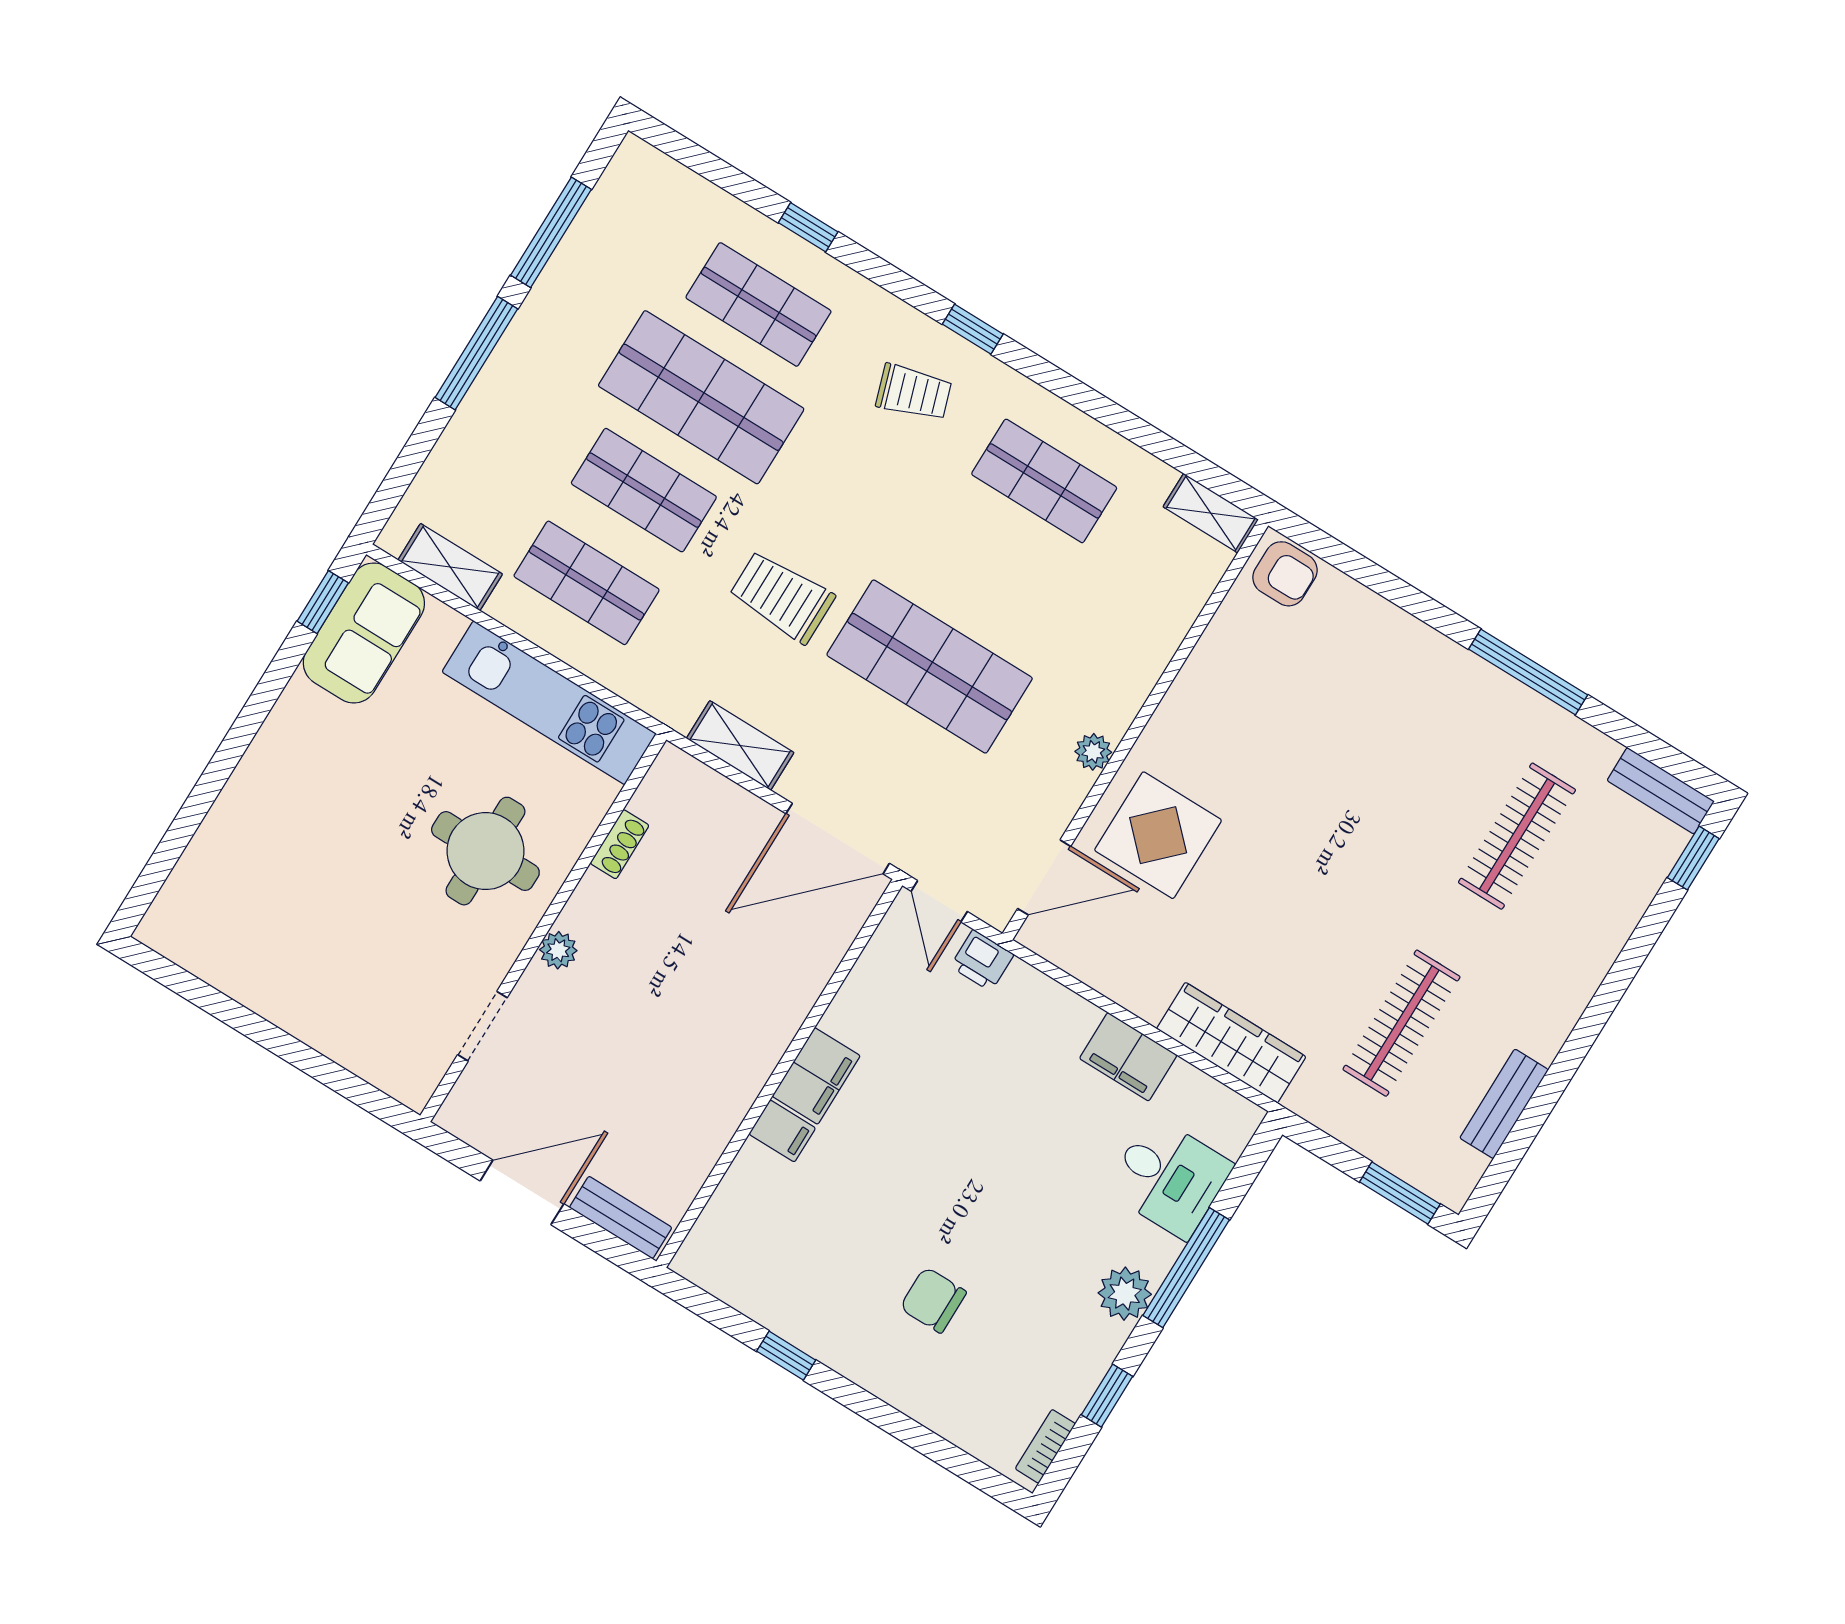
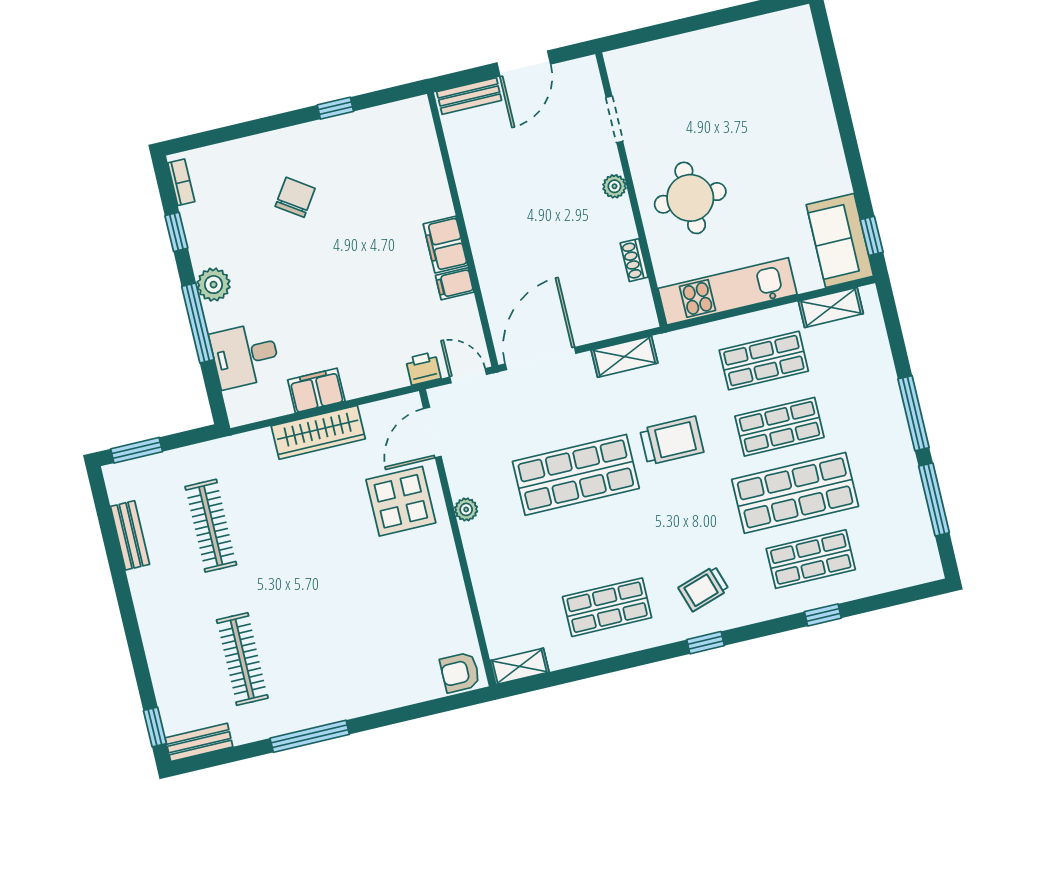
wardrobe: (1231, 1043) -> (318, 432), moved
filing cabinet: (782, 1131) -> (455, 284), moved
chair: (933, 1300) -> (295, 197), turned -56

